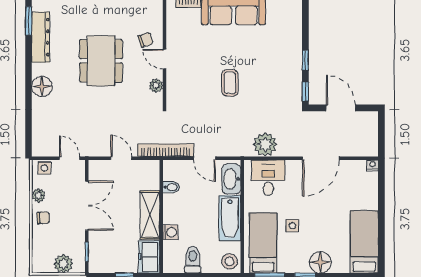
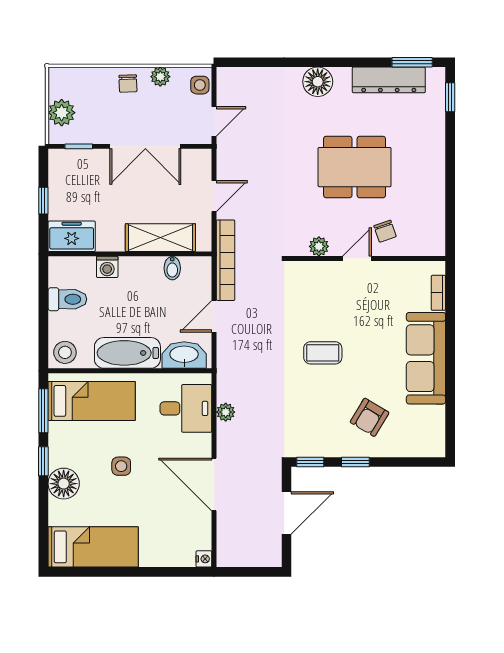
armchair: (274, 50) -> (370, 417), added
plant: (265, 144) -> (226, 412), width x0.53, depth x0.53
shelving: (150, 215) -> (160, 238), moved
side table: (292, 226) -> (121, 466), moved

